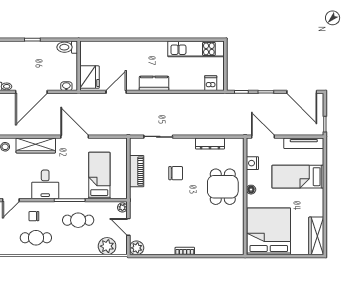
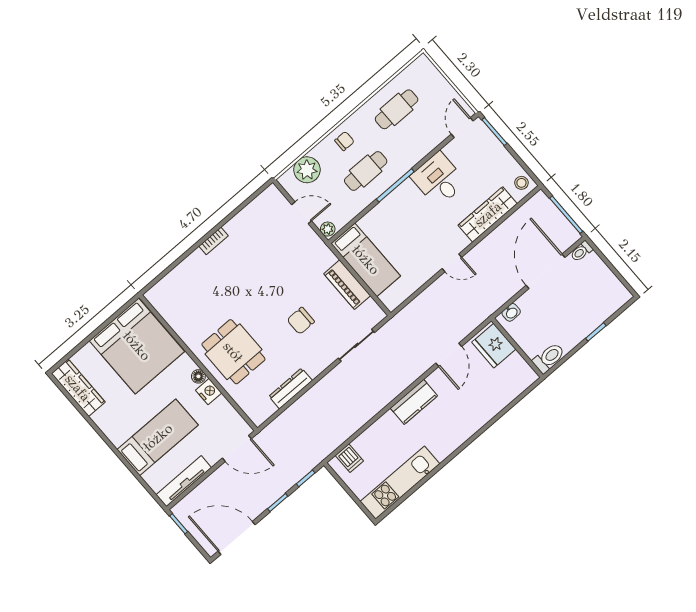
door: (75, 137) -> (452, 263), width x0.53
nightstand: (252, 163) -> (209, 392), moved
bed: (99, 176) -> (366, 260), moved
chair: (34, 216) -> (344, 141), moved
plant: (137, 248) -> (272, 197), removed

